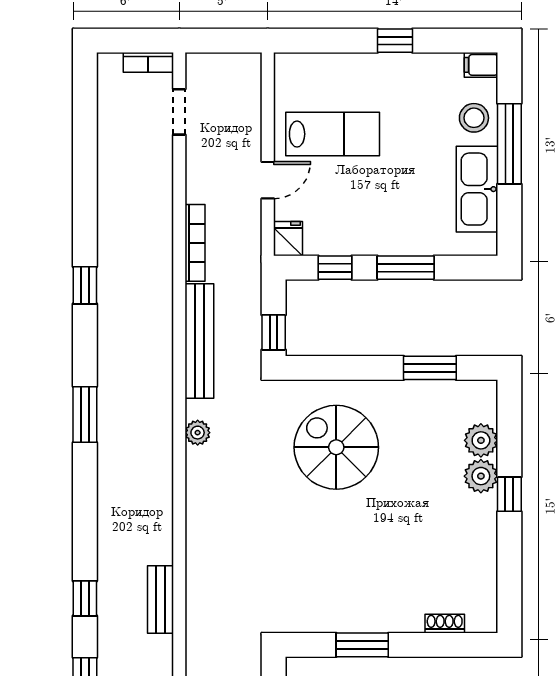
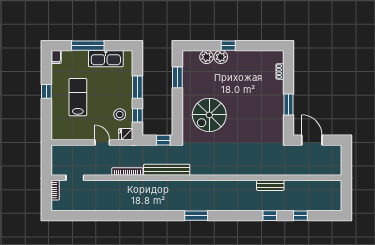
stool: (474, 118) -> (120, 114), moved
lab bench: (333, 134) -> (78, 97), moved
window: (85, 285) -> (144, 216), removed
plant: (198, 433) -> (203, 171), removed

